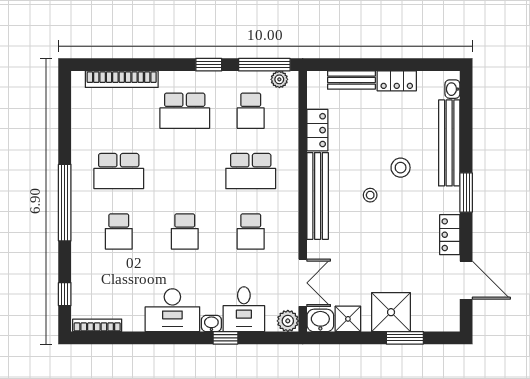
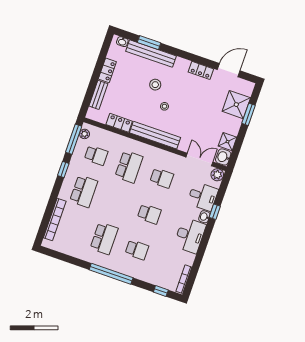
window: (466, 193) -> (149, 43), moved
shower: (391, 312) -> (236, 105), moved

